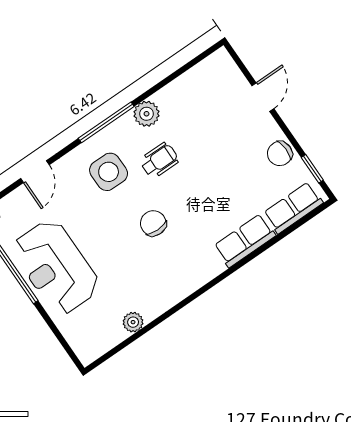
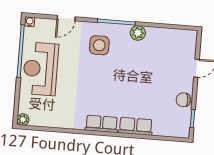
wheelchair: (159, 160) -> (126, 59), removed
row of seats: (293, 208) -> (102, 124), moved
chair: (153, 223) -> (101, 85), removed
plant: (133, 322) -> (23, 120), moved

